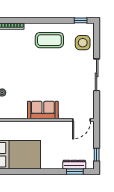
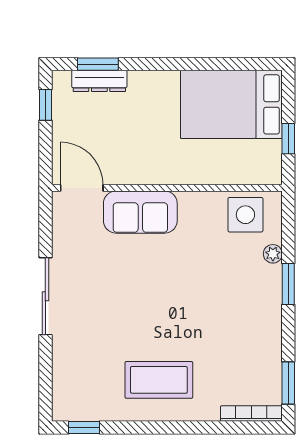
side table: (83, 43) -> (245, 215), moved
sofa: (43, 110) -> (140, 212), moved
door: (82, 120) -> (82, 188), hinge flipped

